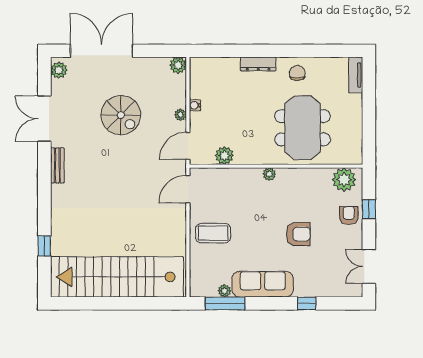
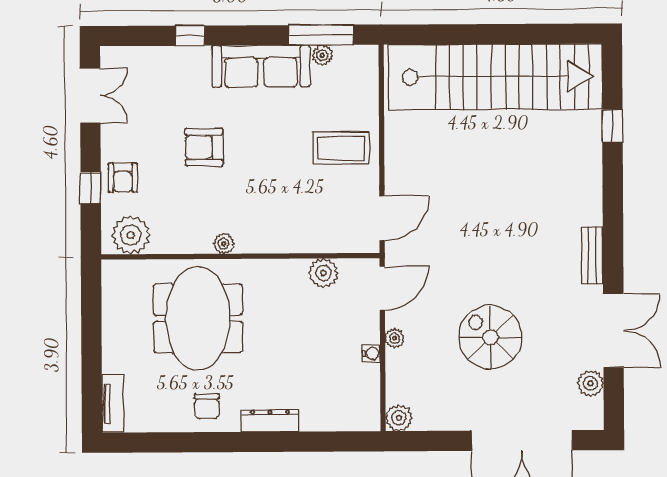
plant: (59, 70) -> (590, 383), moved
plant: (269, 174) -> (224, 244), moved

